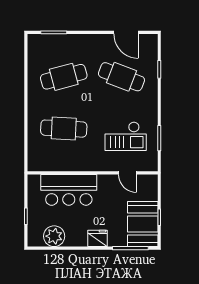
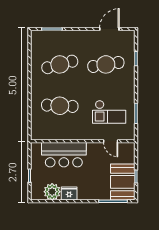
door: (126, 32) -> (109, 29), swing flipped
cafe table: (121, 77) -> (106, 64), turned -30
fridge: (97, 238) -> (69, 193), moved

